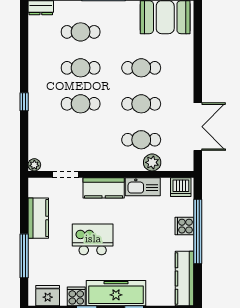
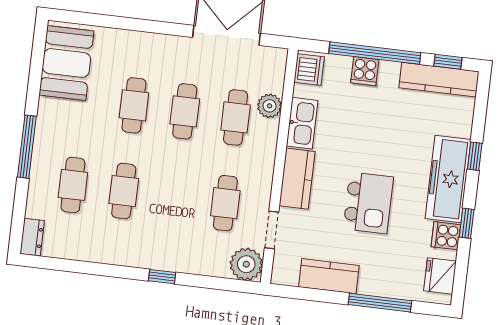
cafe table: (81, 104) -> (225, 203), moved
plant: (34, 165) -> (246, 264), width x1.87, depth x1.87
kitchen island: (93, 239) -> (368, 203), turned 180
window: (198, 283) -> (448, 62), added

